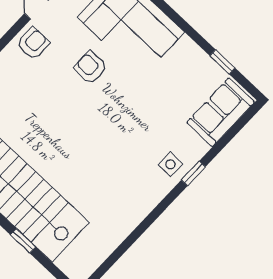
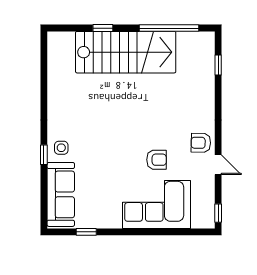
armchair: (33, 43) -> (201, 143), turned 91
sofa: (221, 112) -> (61, 194), width x1.36

